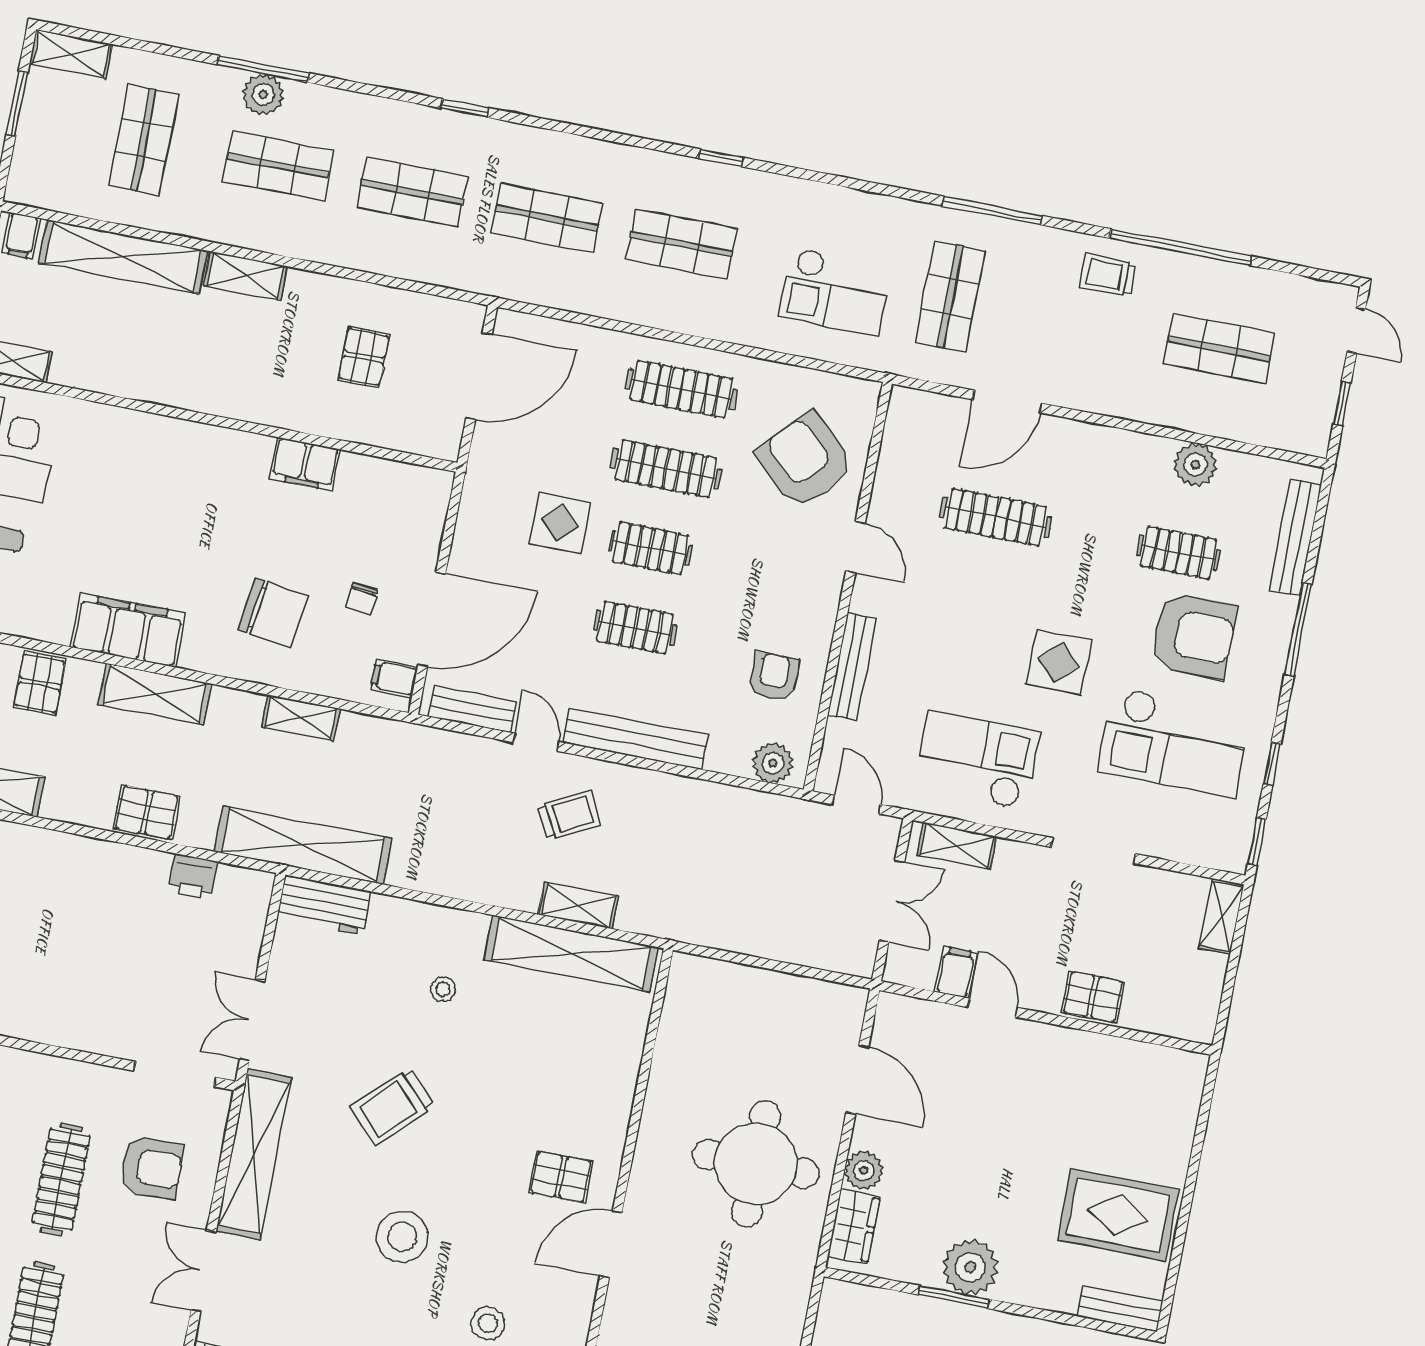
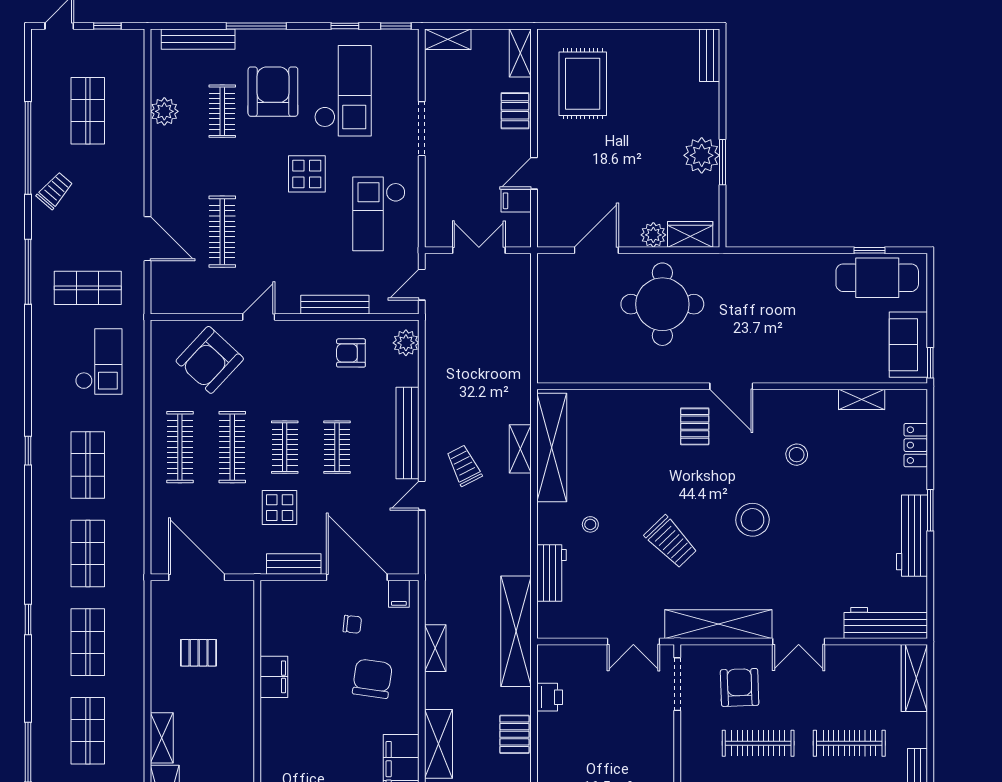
plant: (263, 95) -> (44, 749), removed
trolley: (1108, 275) -> (55, 191), turned -139
bench: (472, 709) -> (294, 564), moved, turned 90
shelving: (957, 846) -> (520, 53), moved
workbench: (324, 905) -> (552, 573), moved
rug: (1118, 1215) -> (583, 84), moved

